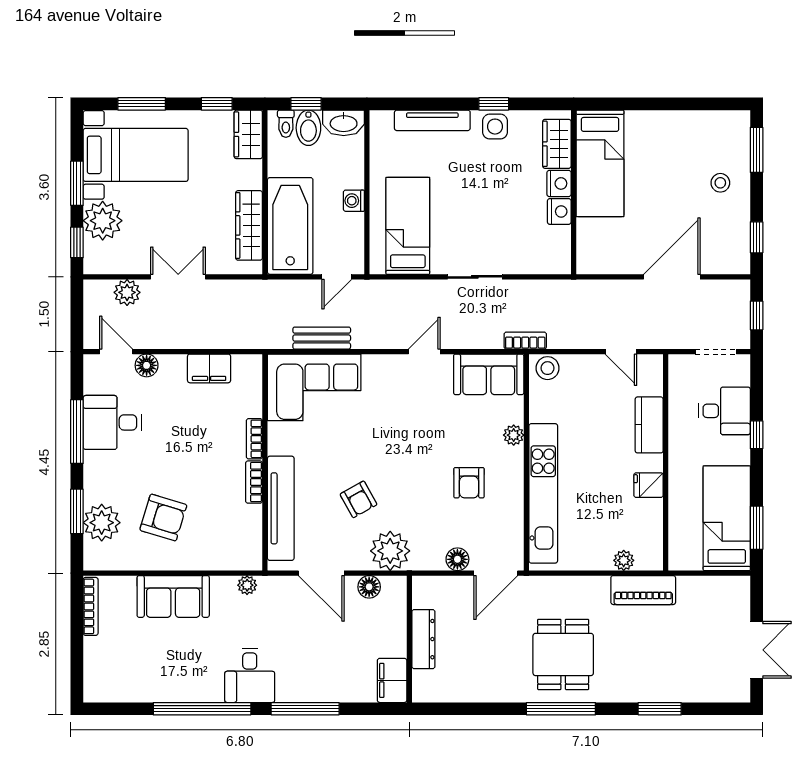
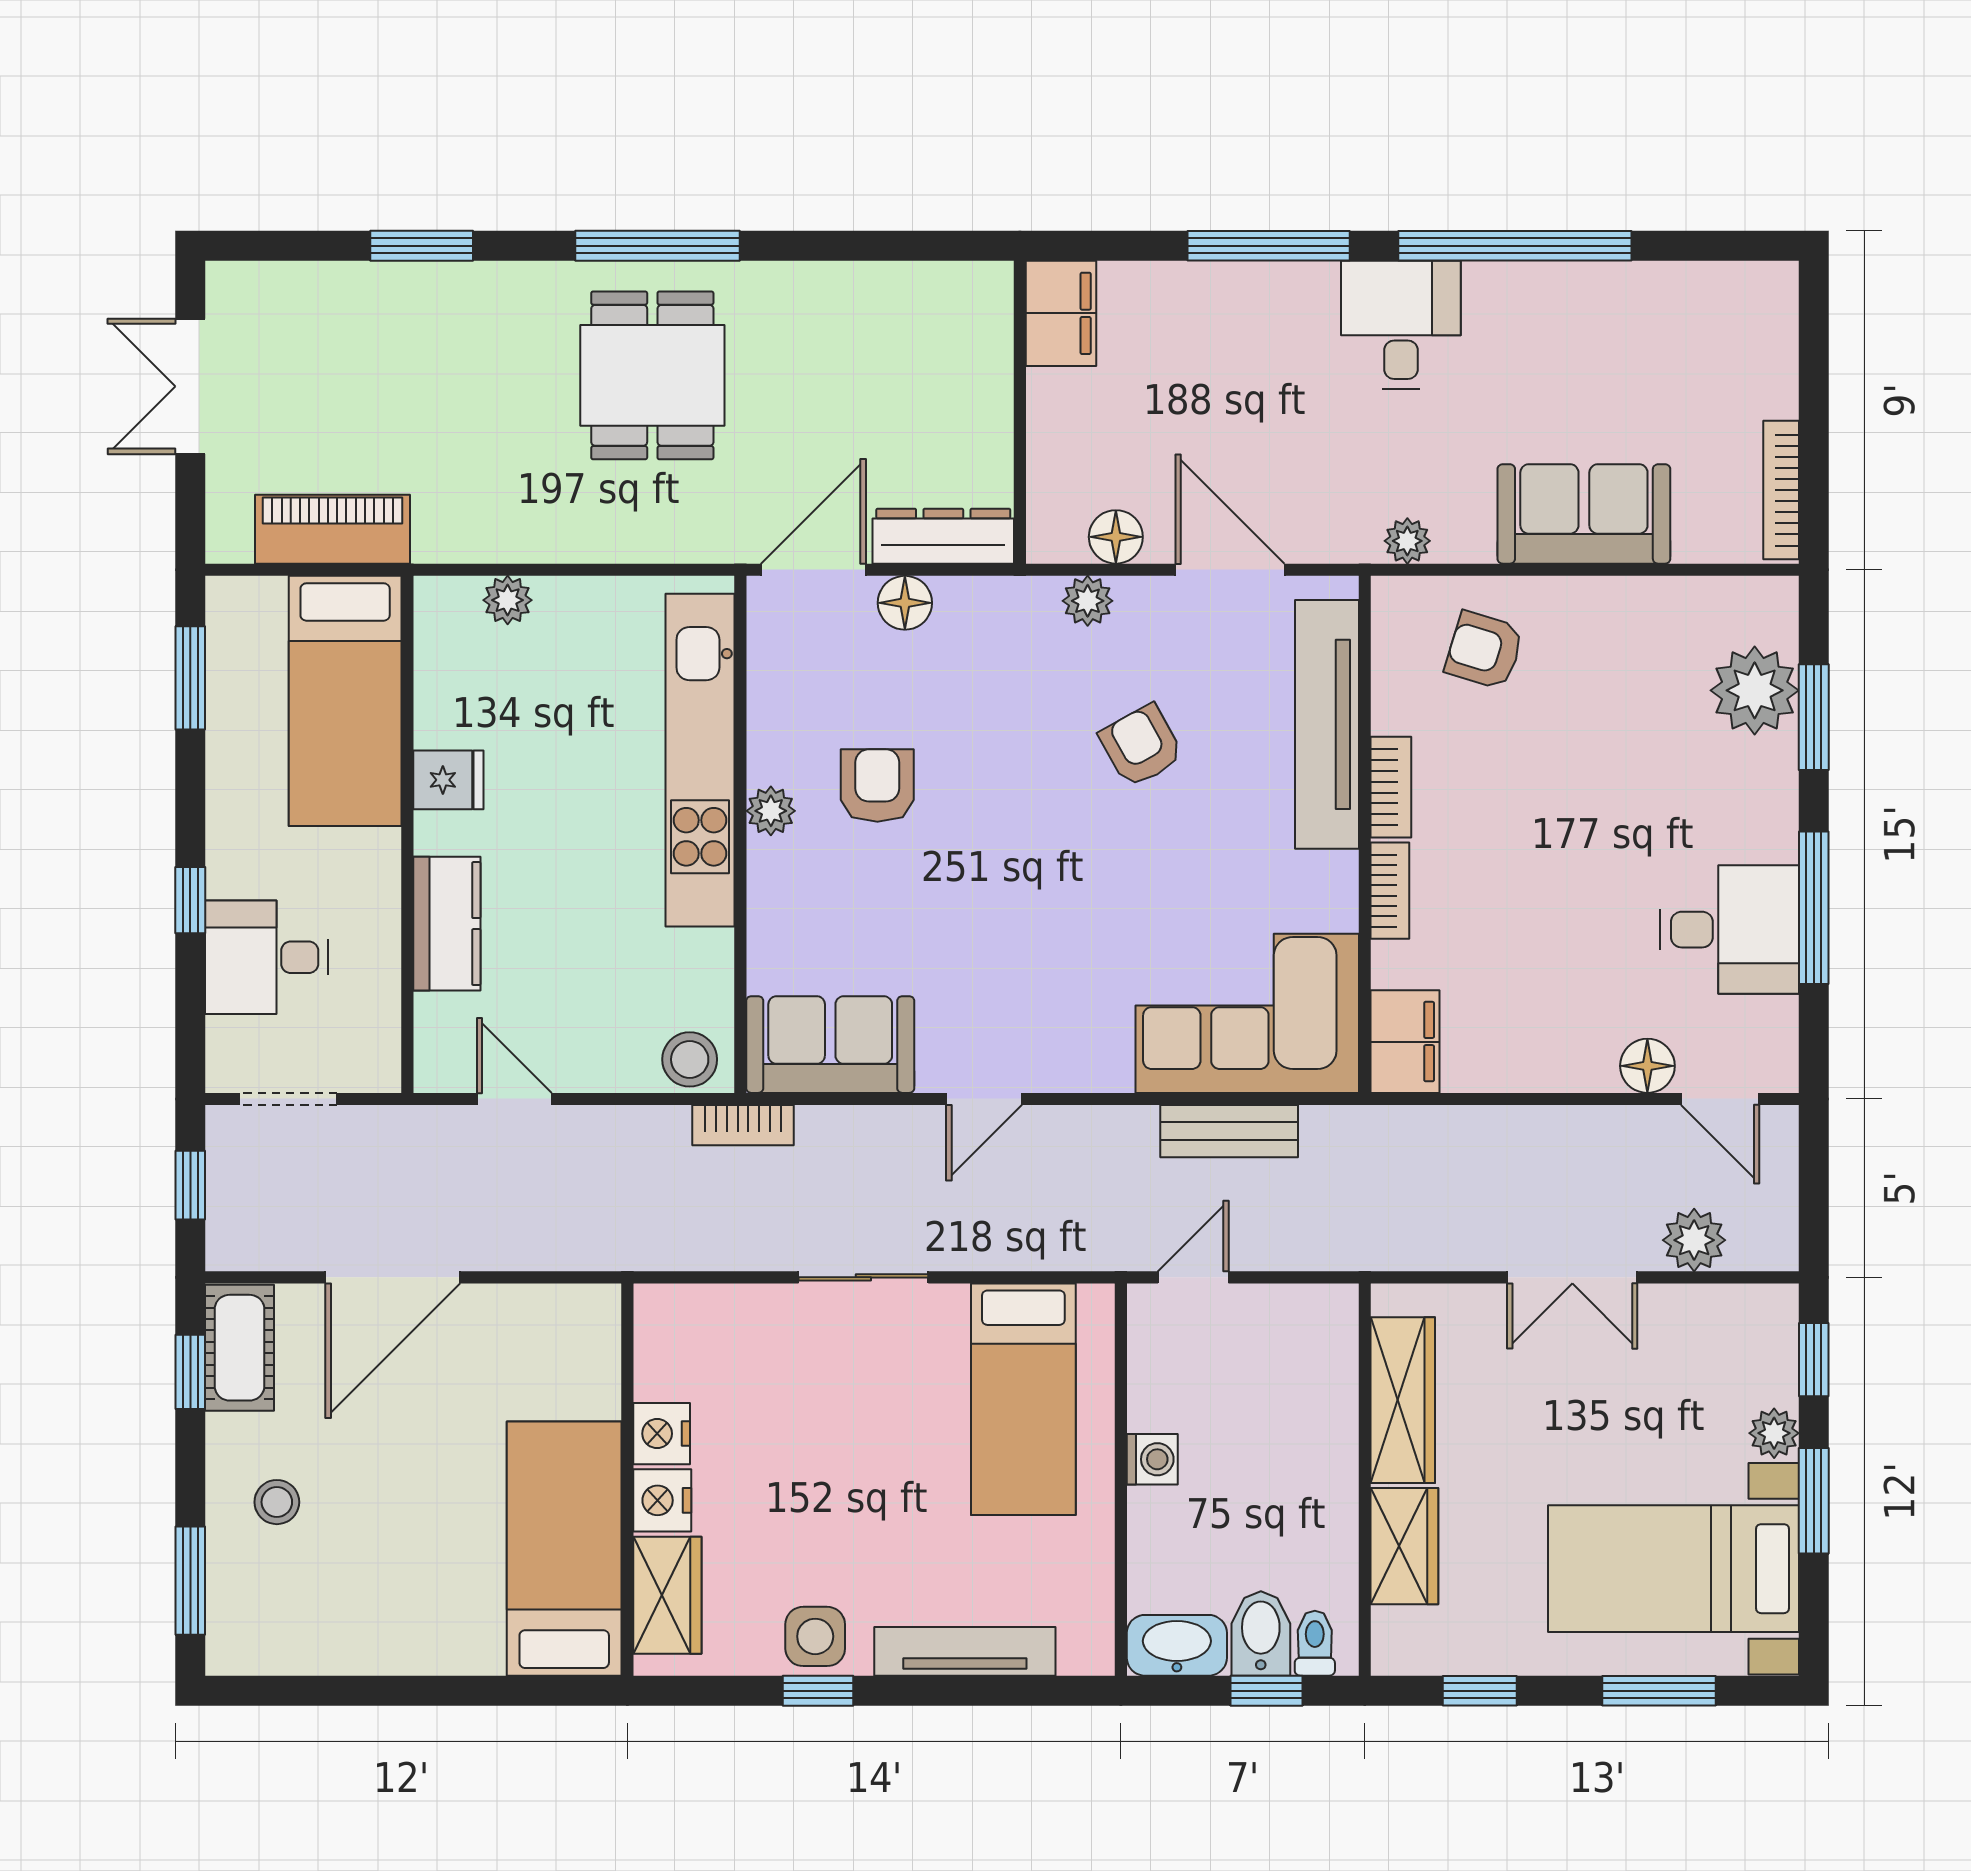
wardrobe: (248, 134) -> (1404, 1546), moved
plant: (103, 221) -> (1774, 1433), width x0.53, depth x0.53
bathtub: (290, 226) -> (1304, 1399), removed
cot: (736, 247) -> (240, 1348), added
filing cabinet: (209, 368) -> (1405, 1042), moved, turned 90
plant: (514, 435) -> (771, 811), moved
armchair: (163, 518) -> (1484, 650), moved, width x0.72, depth x0.72
bed: (727, 518) -> (345, 701), moved
plant: (390, 551) -> (1088, 601), width x0.53, depth x0.53
piano: (643, 590) -> (333, 529), moved
dresser: (423, 639) -> (943, 536), moved, turned 90

